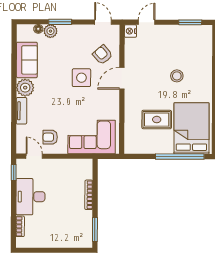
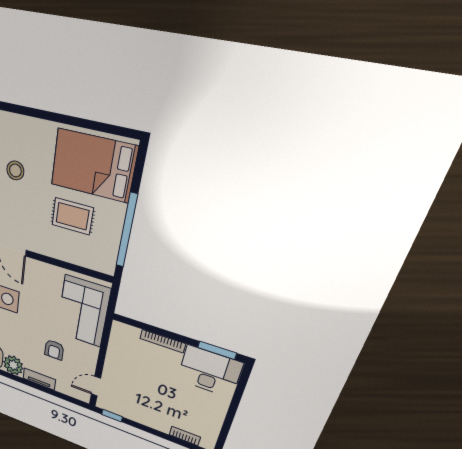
rug: (157, 120) -> (72, 216), turned 90
armchair: (50, 137) -> (54, 350), moved
window: (180, 157) -> (127, 231), moved
desk: (30, 197) -> (209, 371), moved, turned 180

